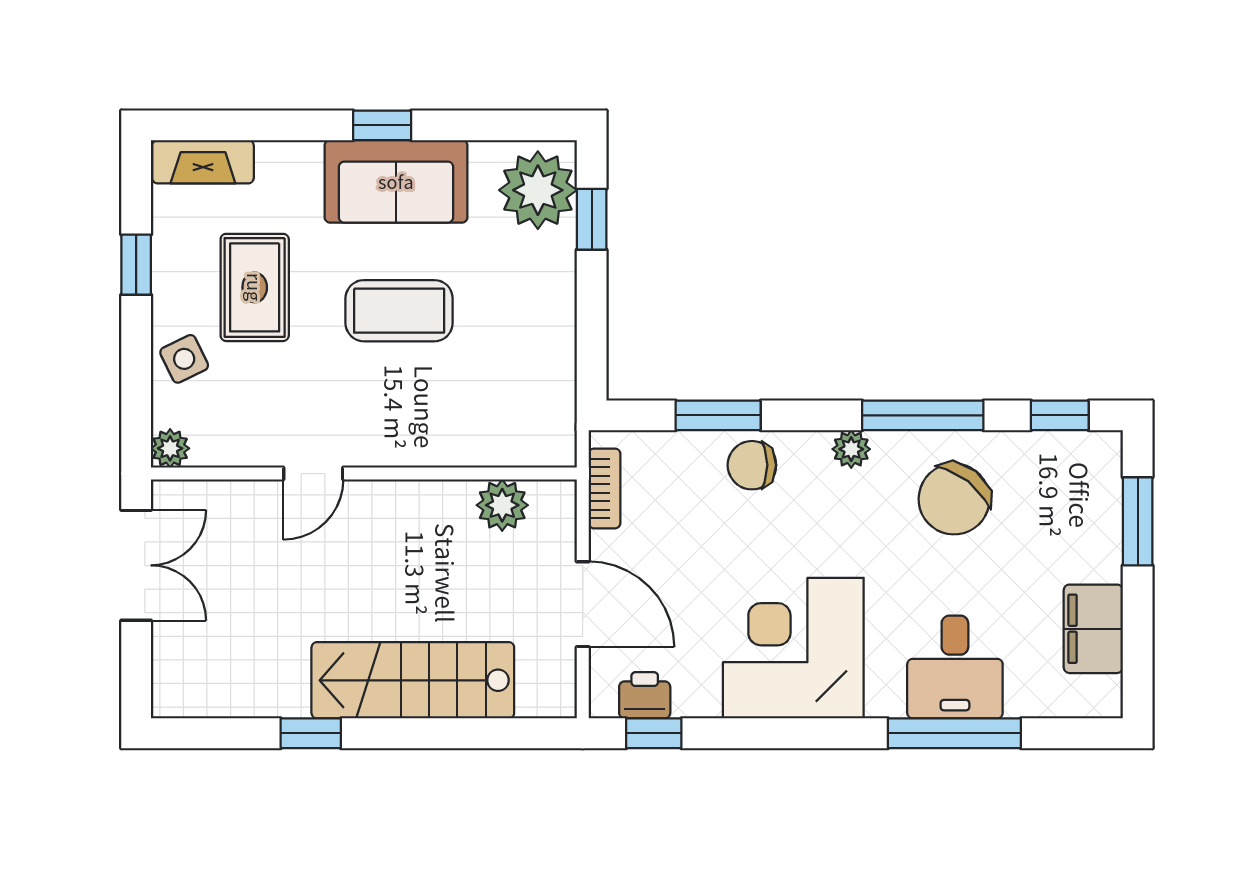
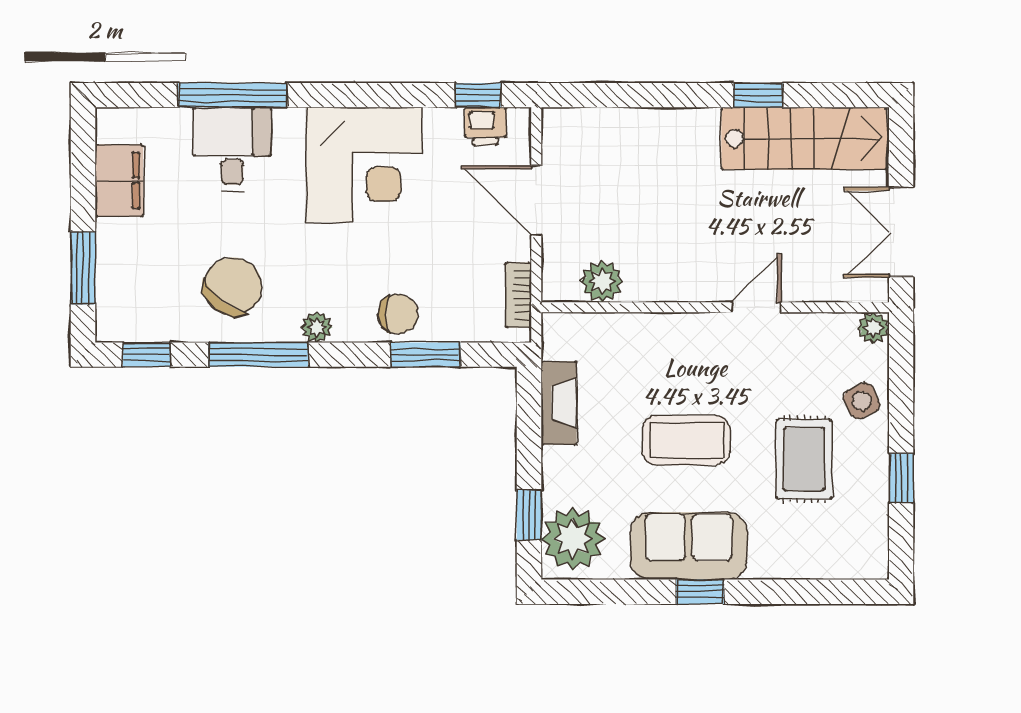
fireplace: (203, 162) -> (559, 403), moved, turned 90
stairs: (413, 680) -> (804, 138), moved

